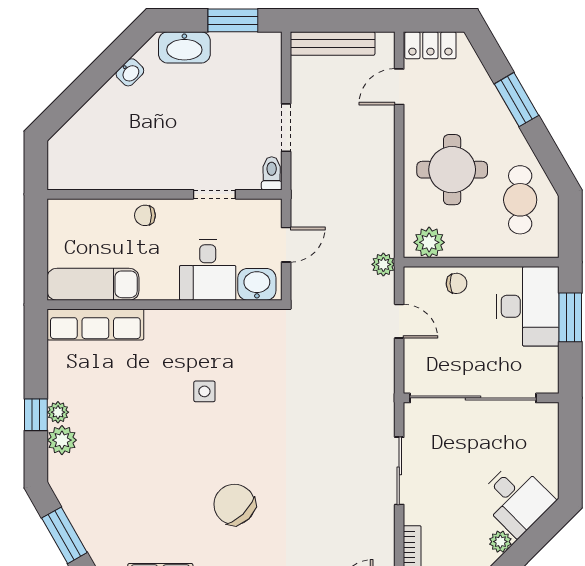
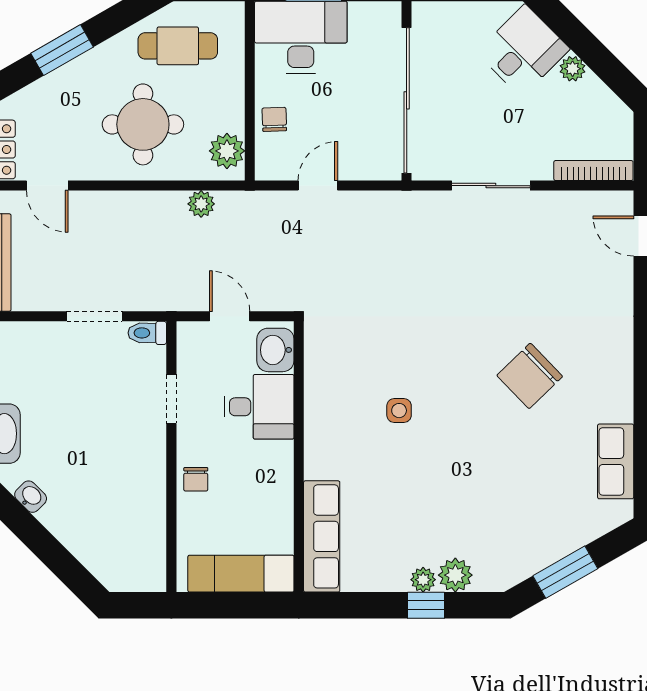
plant: (383, 264) -> (201, 204), moved
exam couch: (93, 284) -> (241, 574), moved, turned 90

